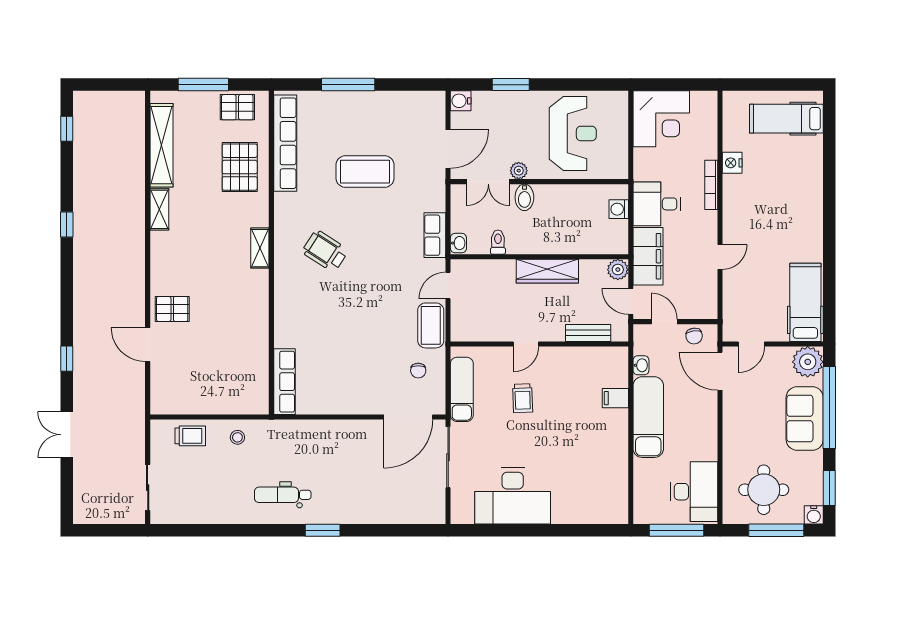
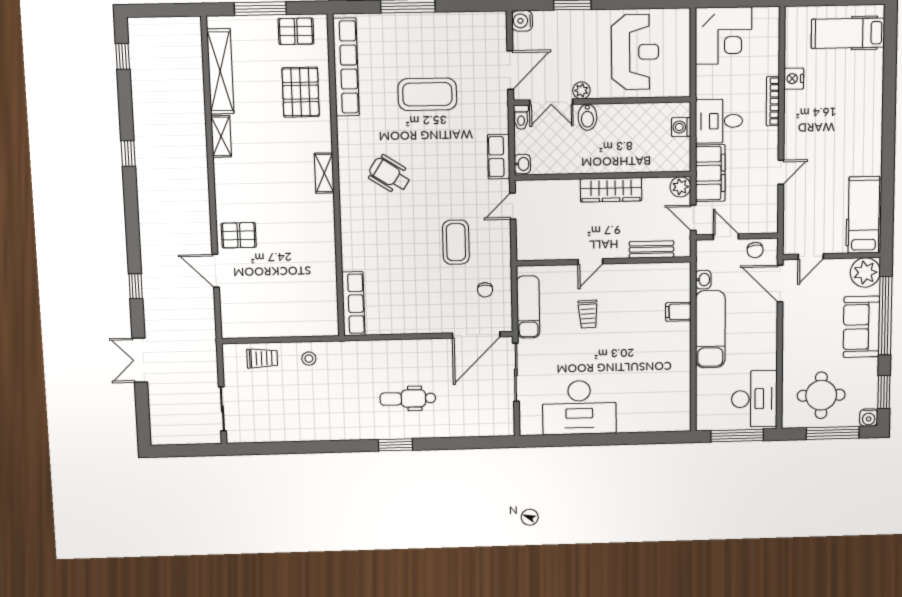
toilet: (498, 242) -> (521, 117), moved, turned 180
coffee table: (431, 325) -> (456, 242), moved
dental chair: (283, 495) -> (408, 399), moved

